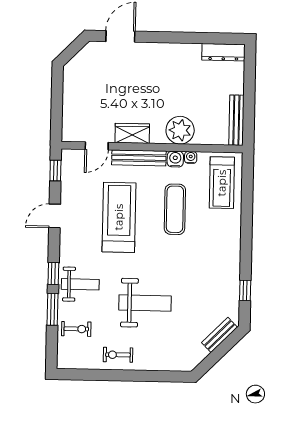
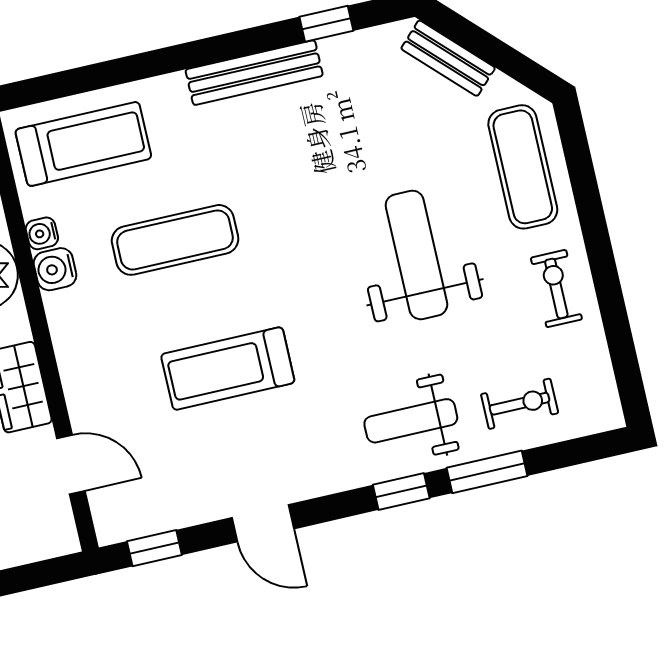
bench: (139, 158) -> (254, 73), moved, turned 90
treadmill: (119, 217) -> (228, 369), width x0.73, depth x0.73
weight bench: (80, 284) -> (411, 421), turned -90
exercise bike: (76, 329) -> (520, 404), turned 90
exercise mat: (169, 354) -> (523, 167), added
exercise bike: (118, 355) -> (556, 288), turned 180

